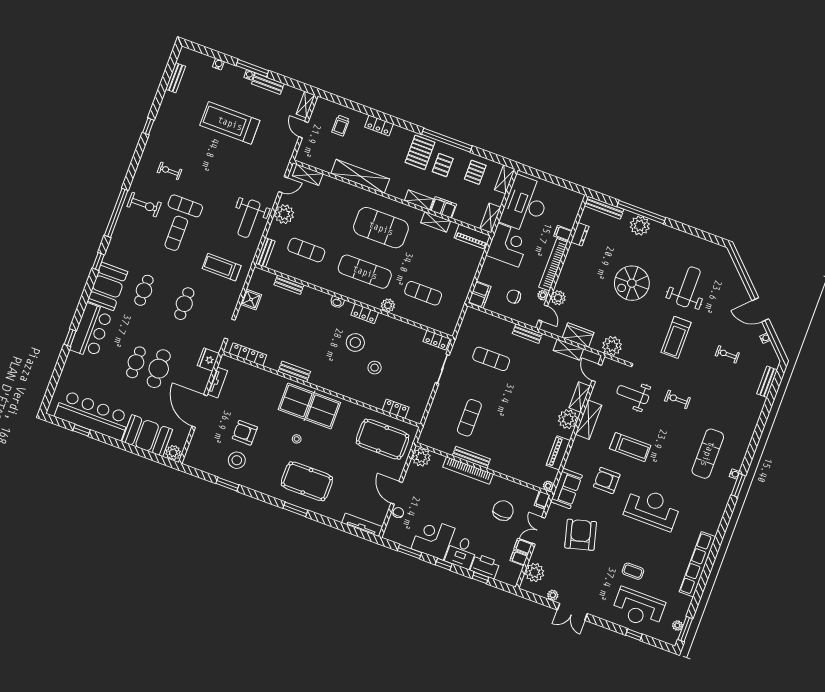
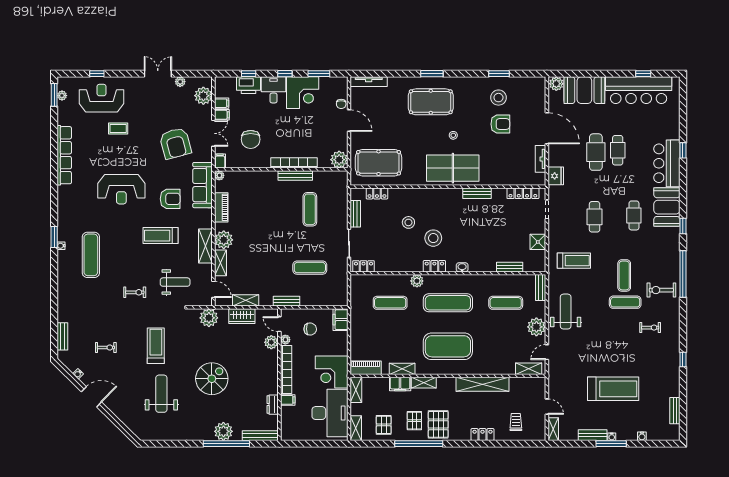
weight bench: (688, 287) -> (161, 394), turned 180
bench: (425, 396) -> (355, 214), added
sofa: (566, 489) -> (203, 185), width x1.36

